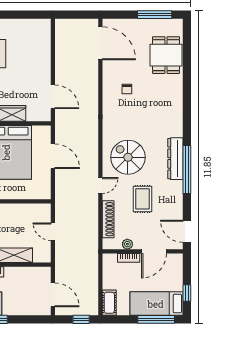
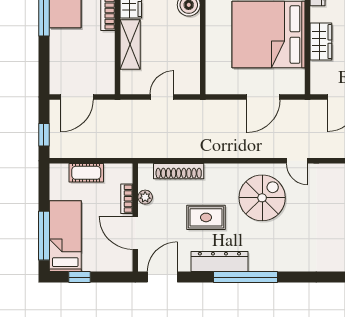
dresser: (175, 159) -> (219, 262), moved
door: (100, 185) -> (297, 161), moved
cot: (109, 303) -> (86, 173), moved

